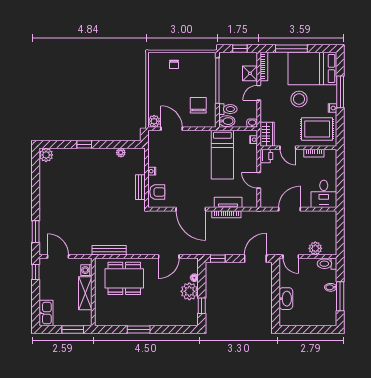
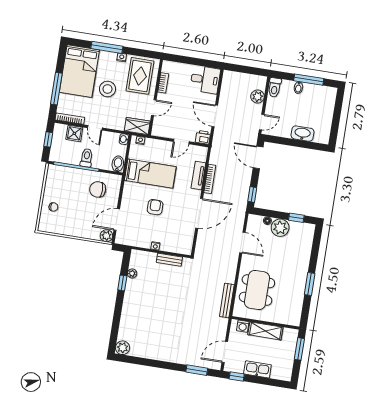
toilet: (228, 109) -> (87, 158), moved
window: (84, 144) -> (122, 283), moved
printer: (266, 156) -> (203, 137), moved
armchair: (157, 192) -> (155, 207), moved
kitchen sink: (46, 313) -> (257, 369), moved

